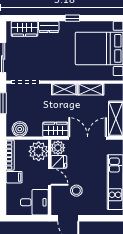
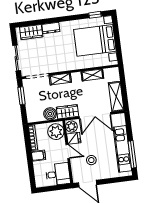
window: (72, 18) -> (95, 15), moved
shelving: (64, 89) -> (60, 79), moved
boiler: (20, 129) -> (50, 114), moved
double door: (88, 138) -> (95, 116), swing flipped

